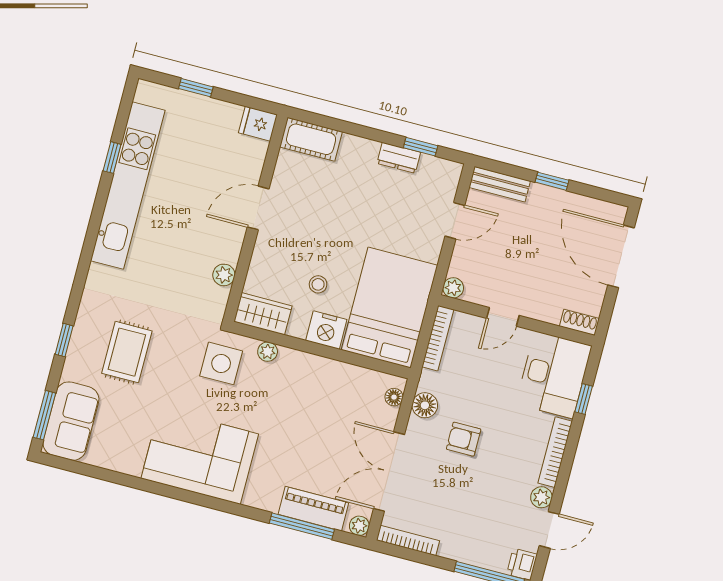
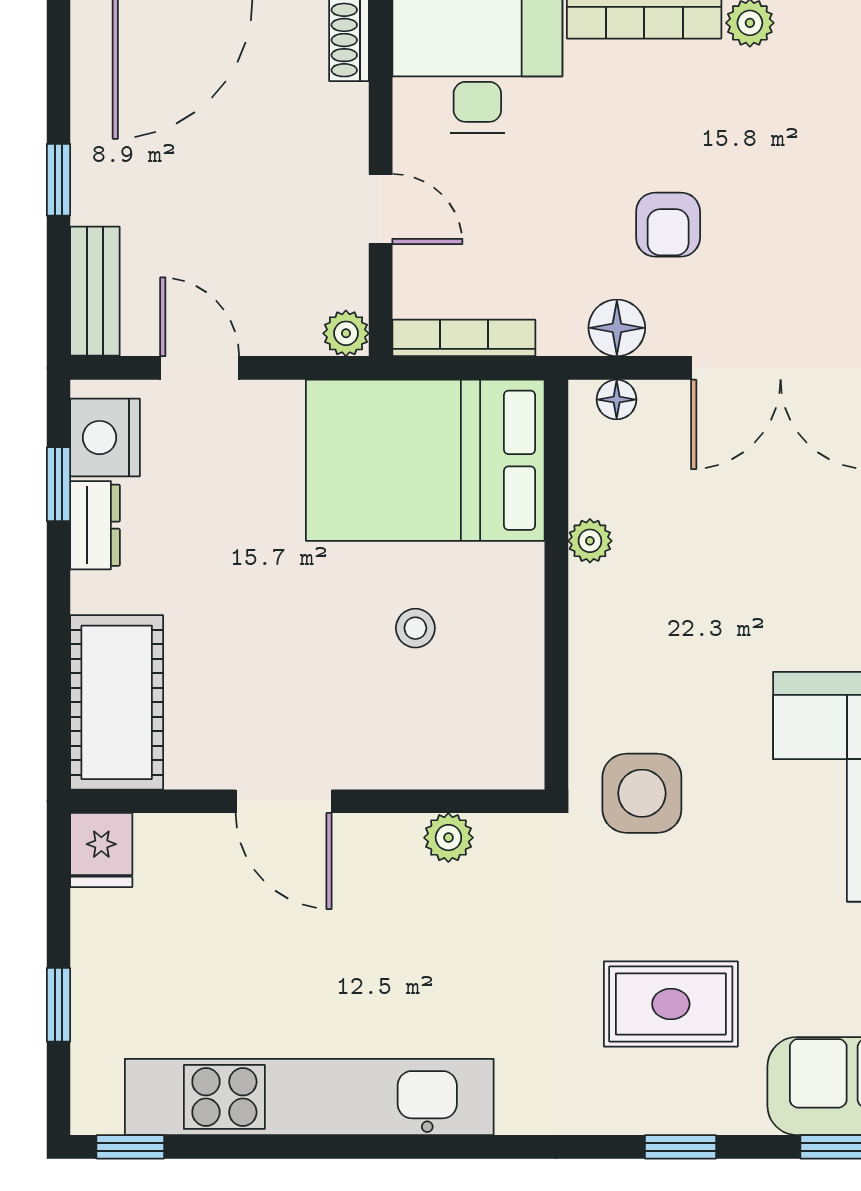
cot: (311, 139) -> (117, 702), width x1.37, depth x1.34
window: (112, 158) -> (130, 1147), moved
wardrobe: (263, 314) -> (511, 731), removed
nightstand: (326, 330) -> (105, 438), moved, turned 180
plant: (268, 352) -> (590, 541), moved

